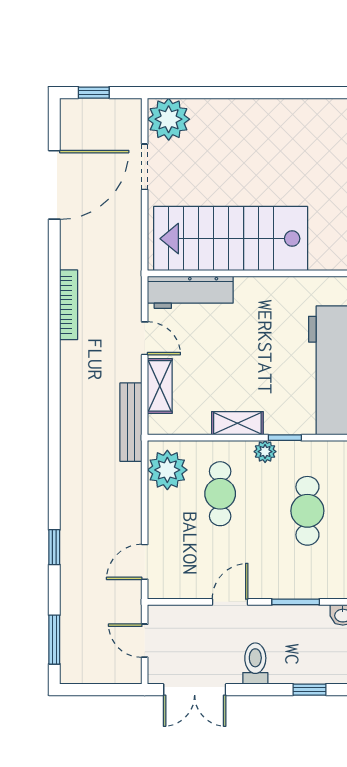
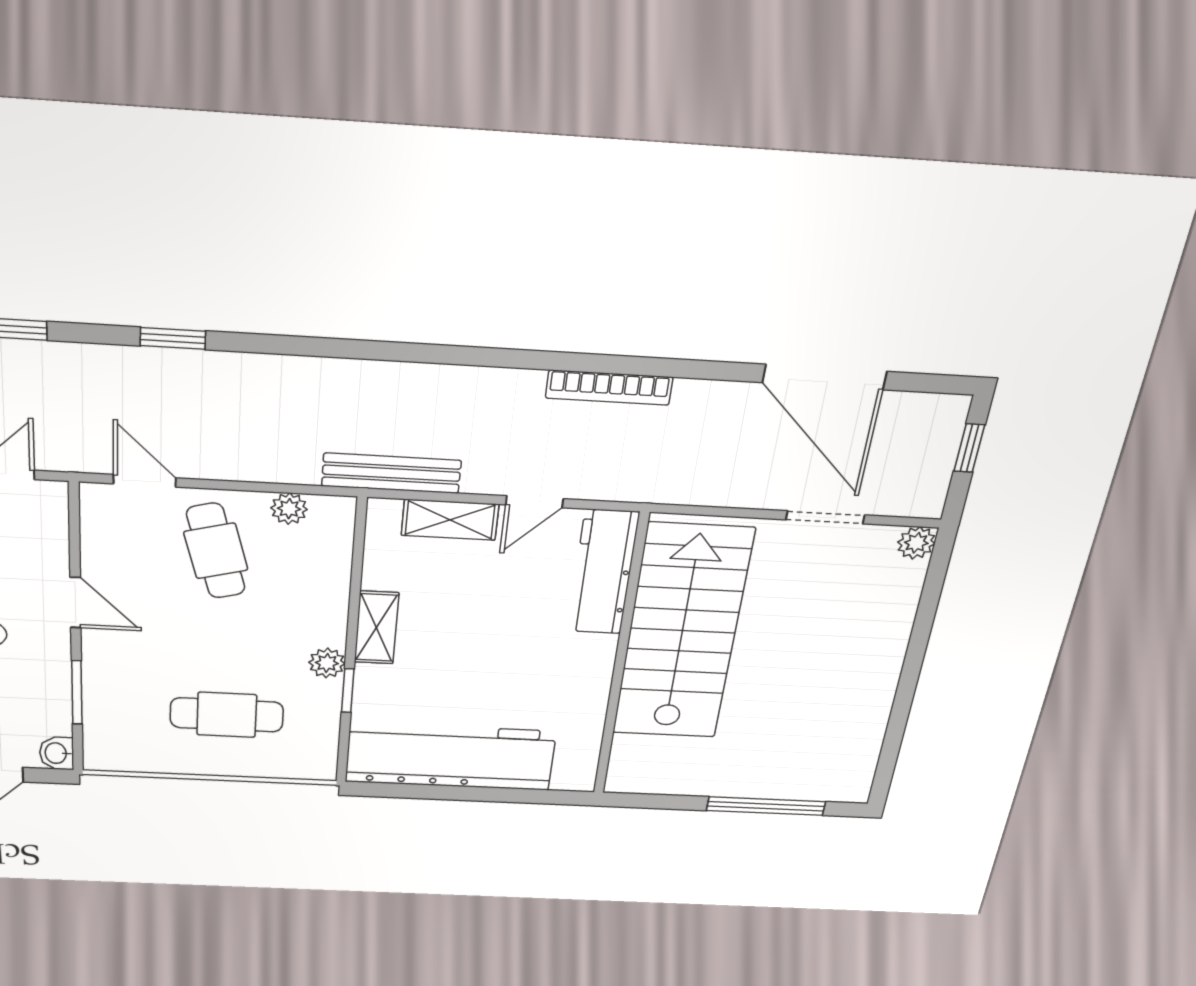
plant: (169, 119) -> (916, 543), width x0.53, depth x0.53
plant: (167, 470) -> (289, 509), width x0.53, depth x0.53
cafe table: (220, 494) -> (216, 551), moved, turned 75

